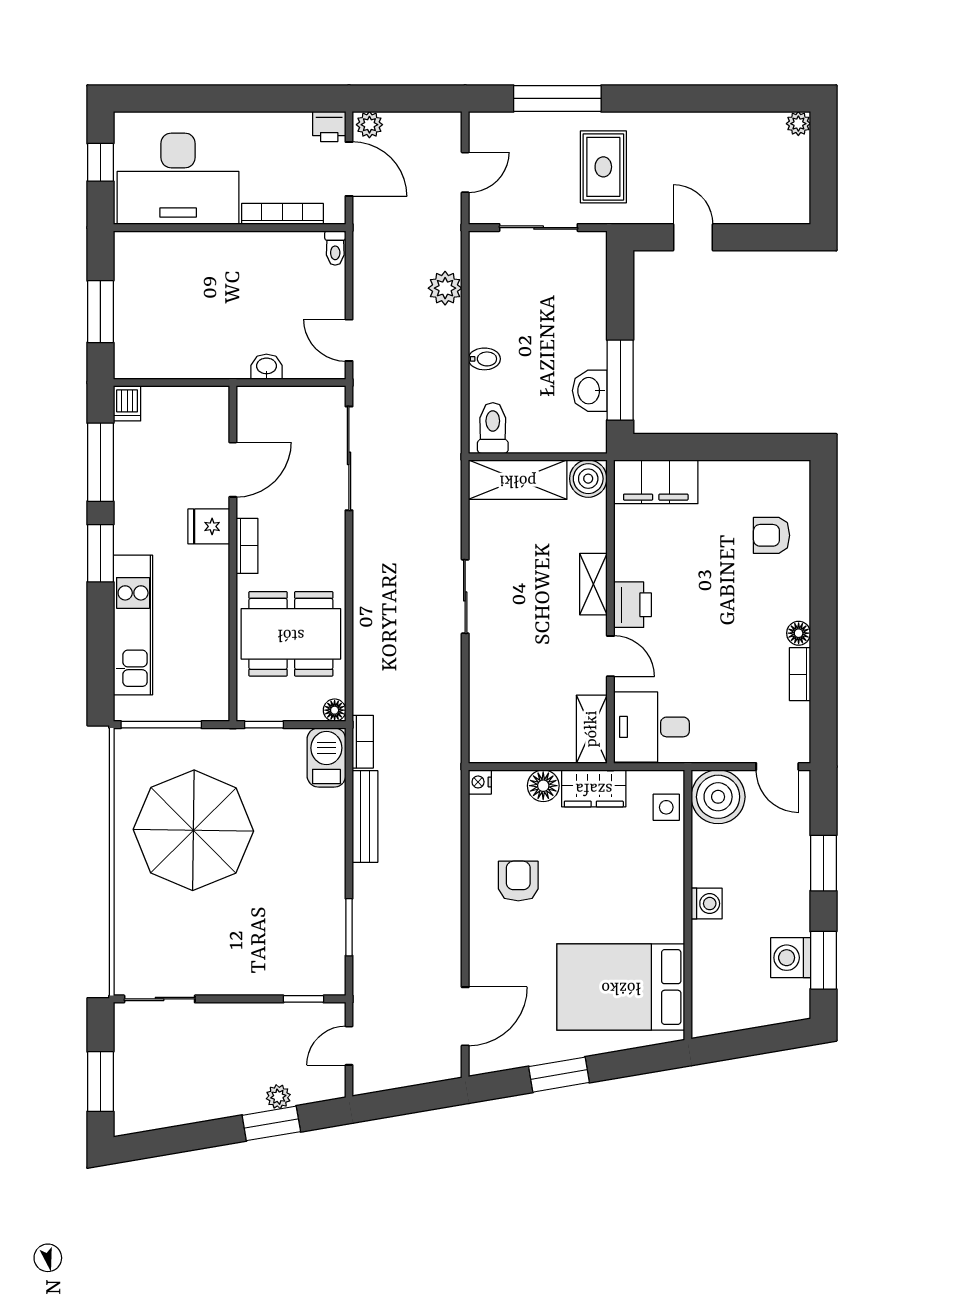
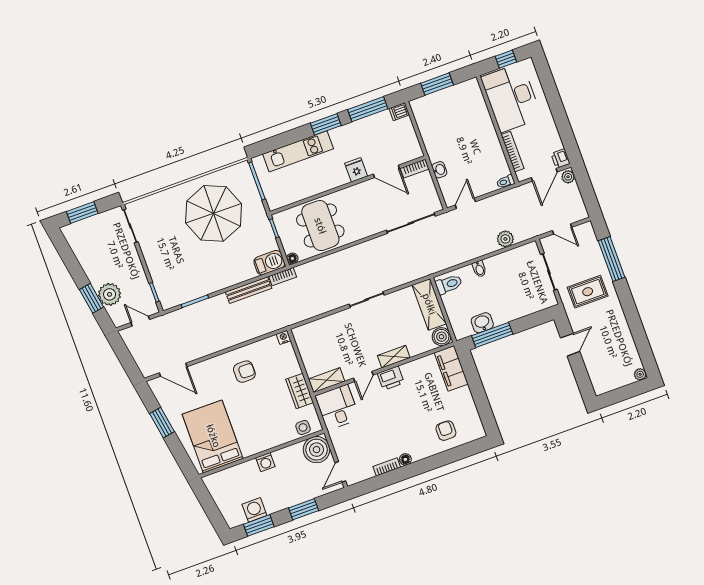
bookcase: (247, 546) -> (415, 169), moved
floor lamp: (543, 786) -> (292, 367), removed
plant: (278, 1097) -> (110, 294), width x1.88, depth x1.88

